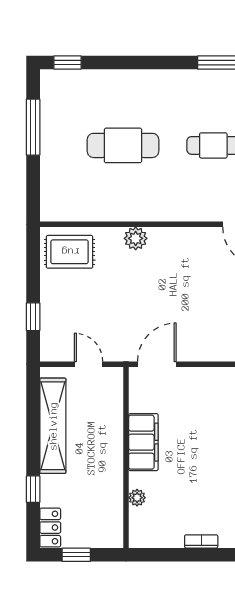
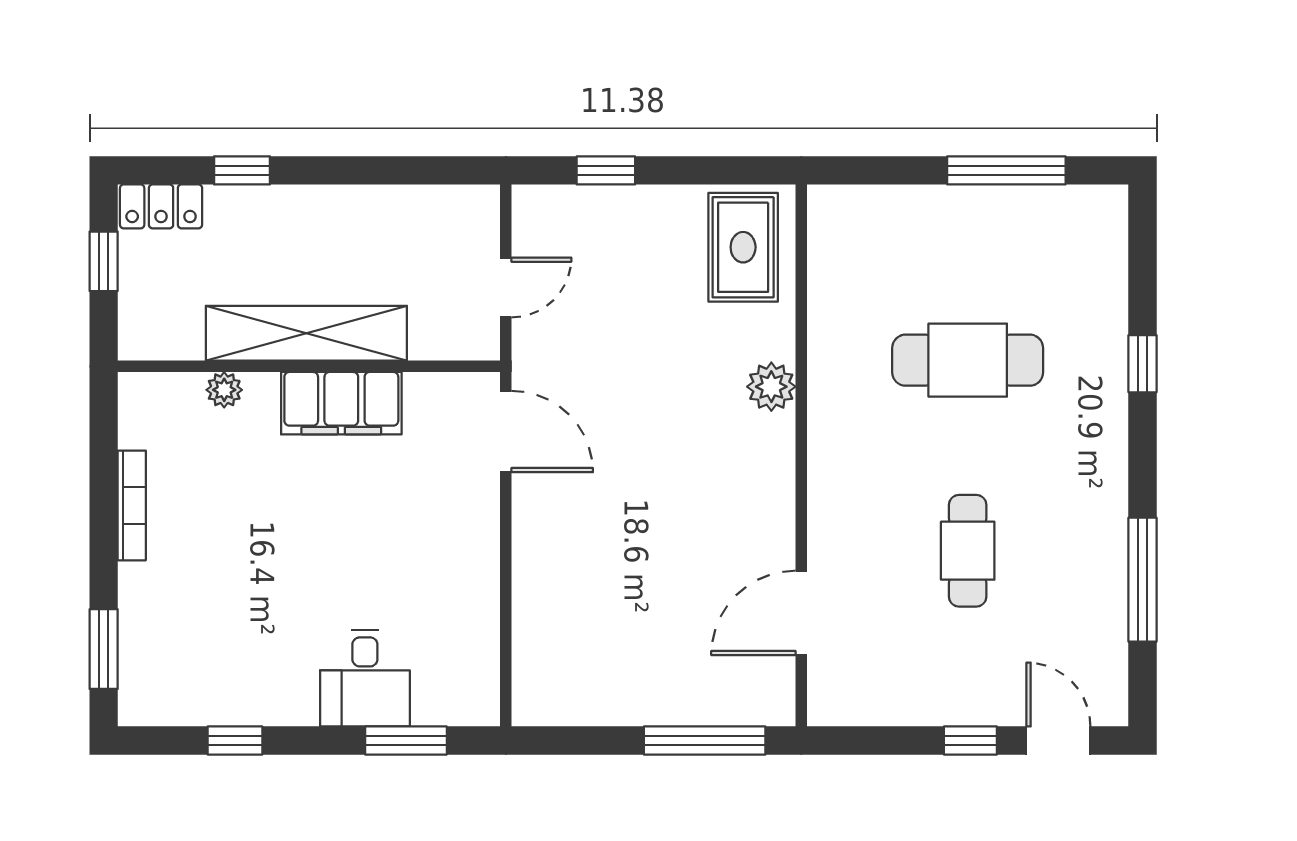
window: (67, 63) -> (1143, 364), moved
cafe table: (123, 145) -> (968, 360), turned 90
shelving: (53, 426) -> (306, 333), moved
bookcase: (201, 541) -> (132, 505), width x1.56

